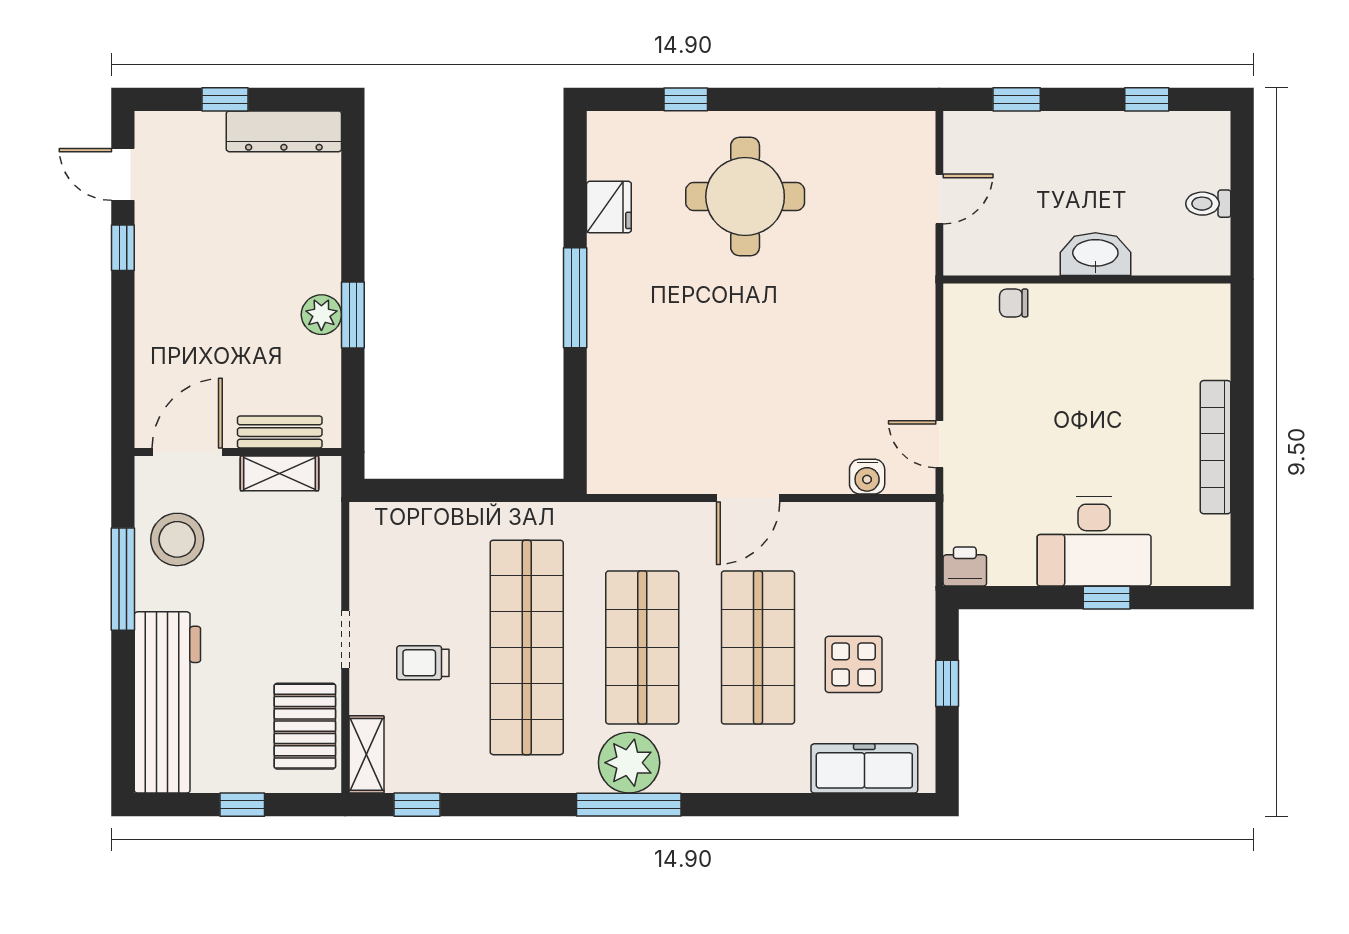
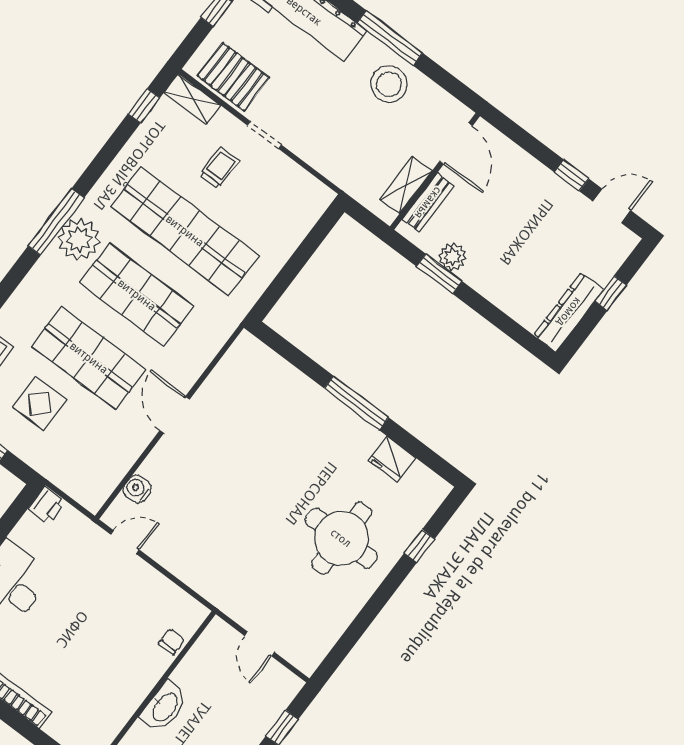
bench: (280, 432) -> (428, 203), moved
door: (187, 452) -> (456, 144), moved
wall: (238, 452) -> (435, 171), moved
shelving: (279, 473) -> (406, 185), moved

